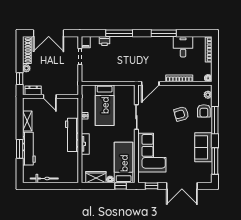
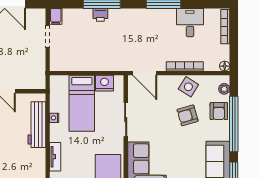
printer: (104, 41) -> (100, 15), moved
door: (150, 83) -> (145, 73), hinge flipped
nightstand: (121, 91) -> (104, 83), added
side table: (182, 93) -> (188, 87), added
window: (215, 120) -> (234, 124), width x1.46
workbench: (72, 135) -> (37, 125), moved

